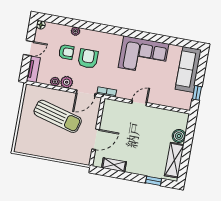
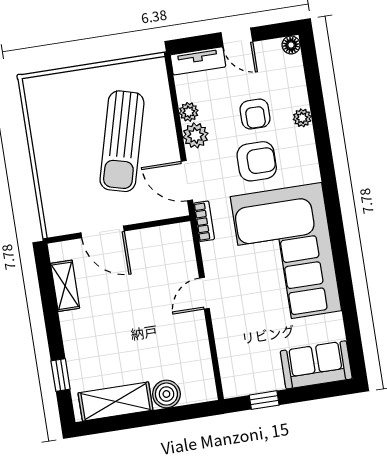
corner sofa: (143, 56) -> (286, 254), width x1.36, depth x1.36
sofa: (188, 69) -> (316, 365), width x0.73
door: (139, 103) -> (204, 293), swing flipped

